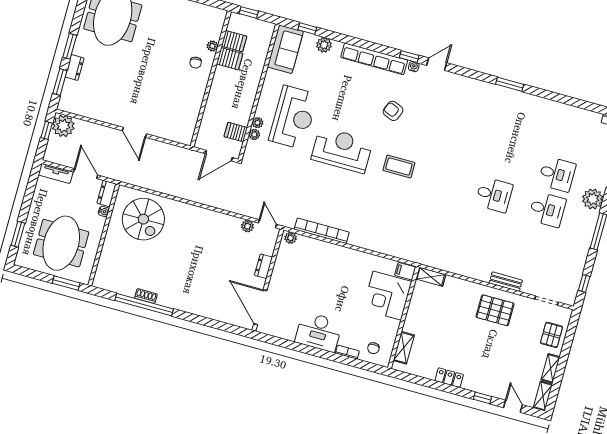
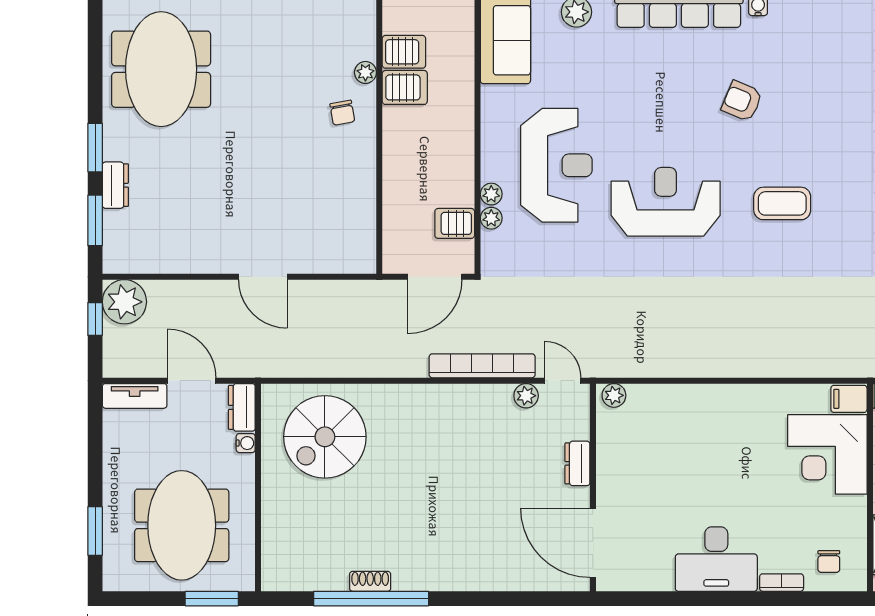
spiral stairs: (143, 219) -> (325, 437), turned 90
bookcase: (322, 231) -> (482, 366), moved

